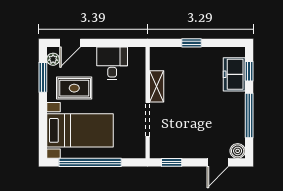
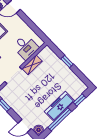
desk: (112, 63) -> (26, 47), moved, turned 90
freezer: (234, 74) -> (60, 106), moved, width x1.40

